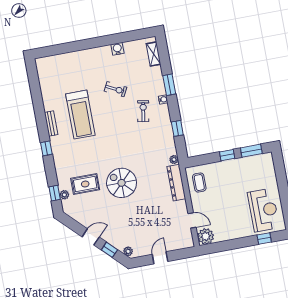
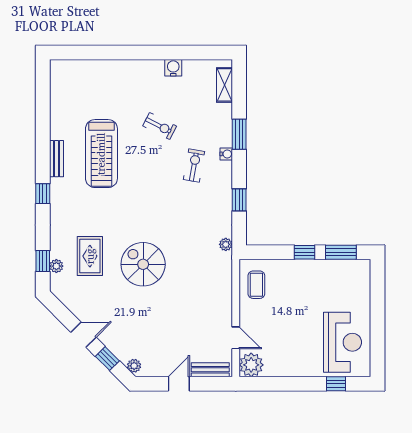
dresser: (176, 183) -> (223, 279), removed
rug: (85, 184) -> (90, 256), turned 90
bench: (179, 245) -> (210, 370), added

